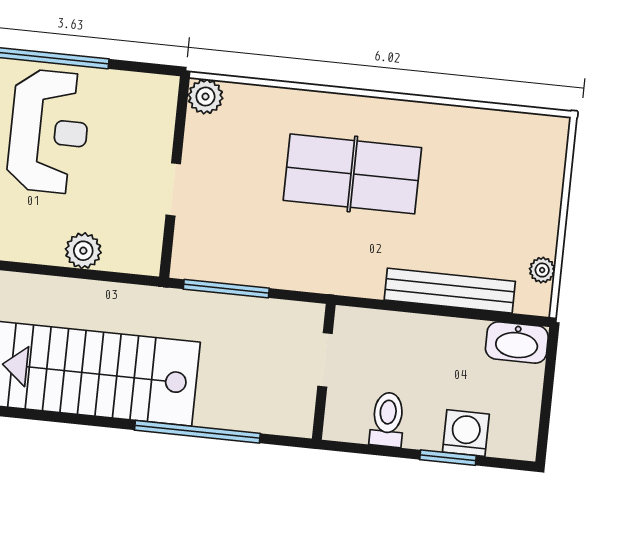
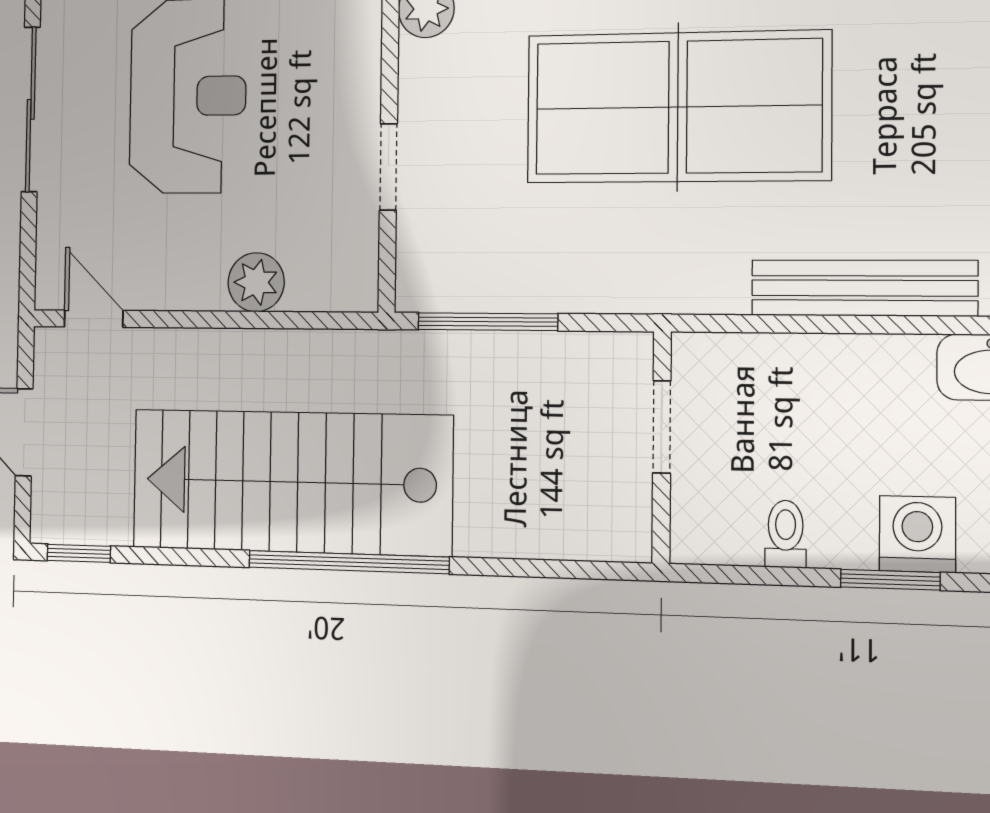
table tennis table: (352, 174) -> (678, 107), width x1.36, depth x1.32
toilet: (387, 420) -> (786, 534), width x0.73, depth x0.72
window: (197, 432) -> (348, 562), moved

